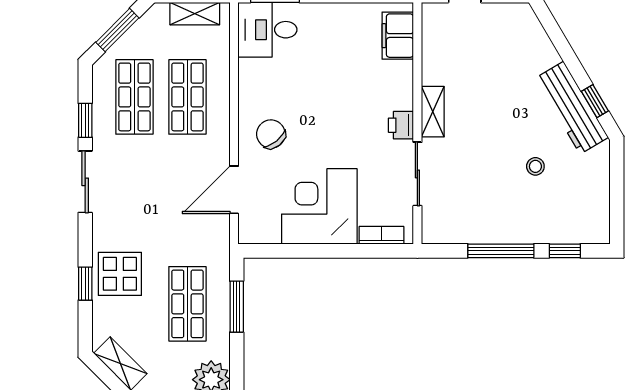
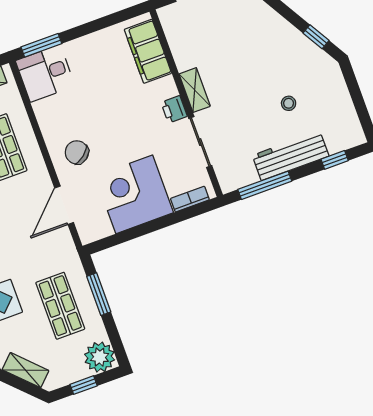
filing cabinet: (398, 36) -> (148, 51), width x1.50, depth x1.17
workbench: (572, 108) -> (291, 156), moved, turned 121
window: (501, 251) -> (265, 185), moved

